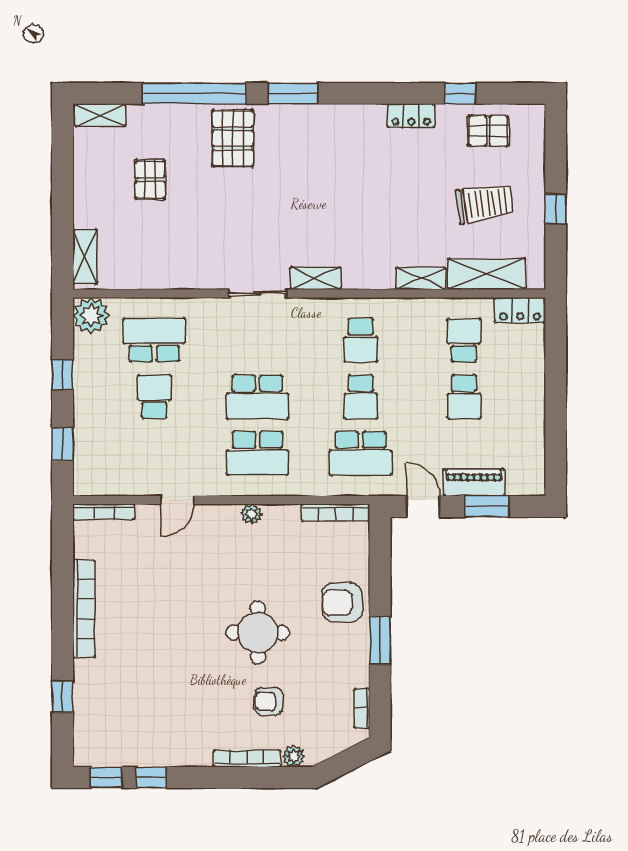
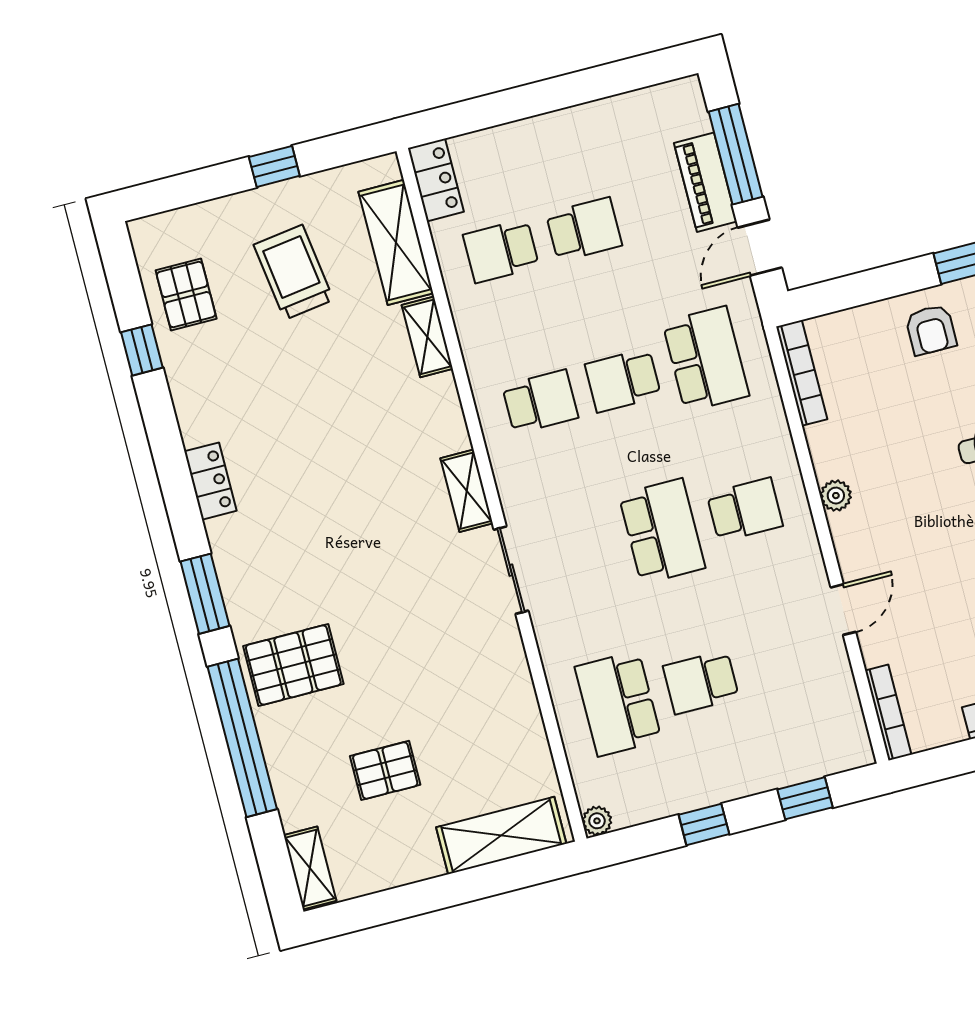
locker: (411, 116) -> (210, 481), moved
shelving: (85, 257) -> (501, 836), width x1.50, depth x1.33
plant: (91, 316) -> (597, 821), width x0.53, depth x0.53
school desk: (361, 397) -> (623, 380), turned 180
school desk: (257, 453) -> (745, 510), width x0.54
door: (177, 500) -> (843, 610), hinge flipped
window: (487, 506) -> (736, 154), width x1.44
armchair: (342, 603) -> (931, 330), width x0.72, depth x0.72

